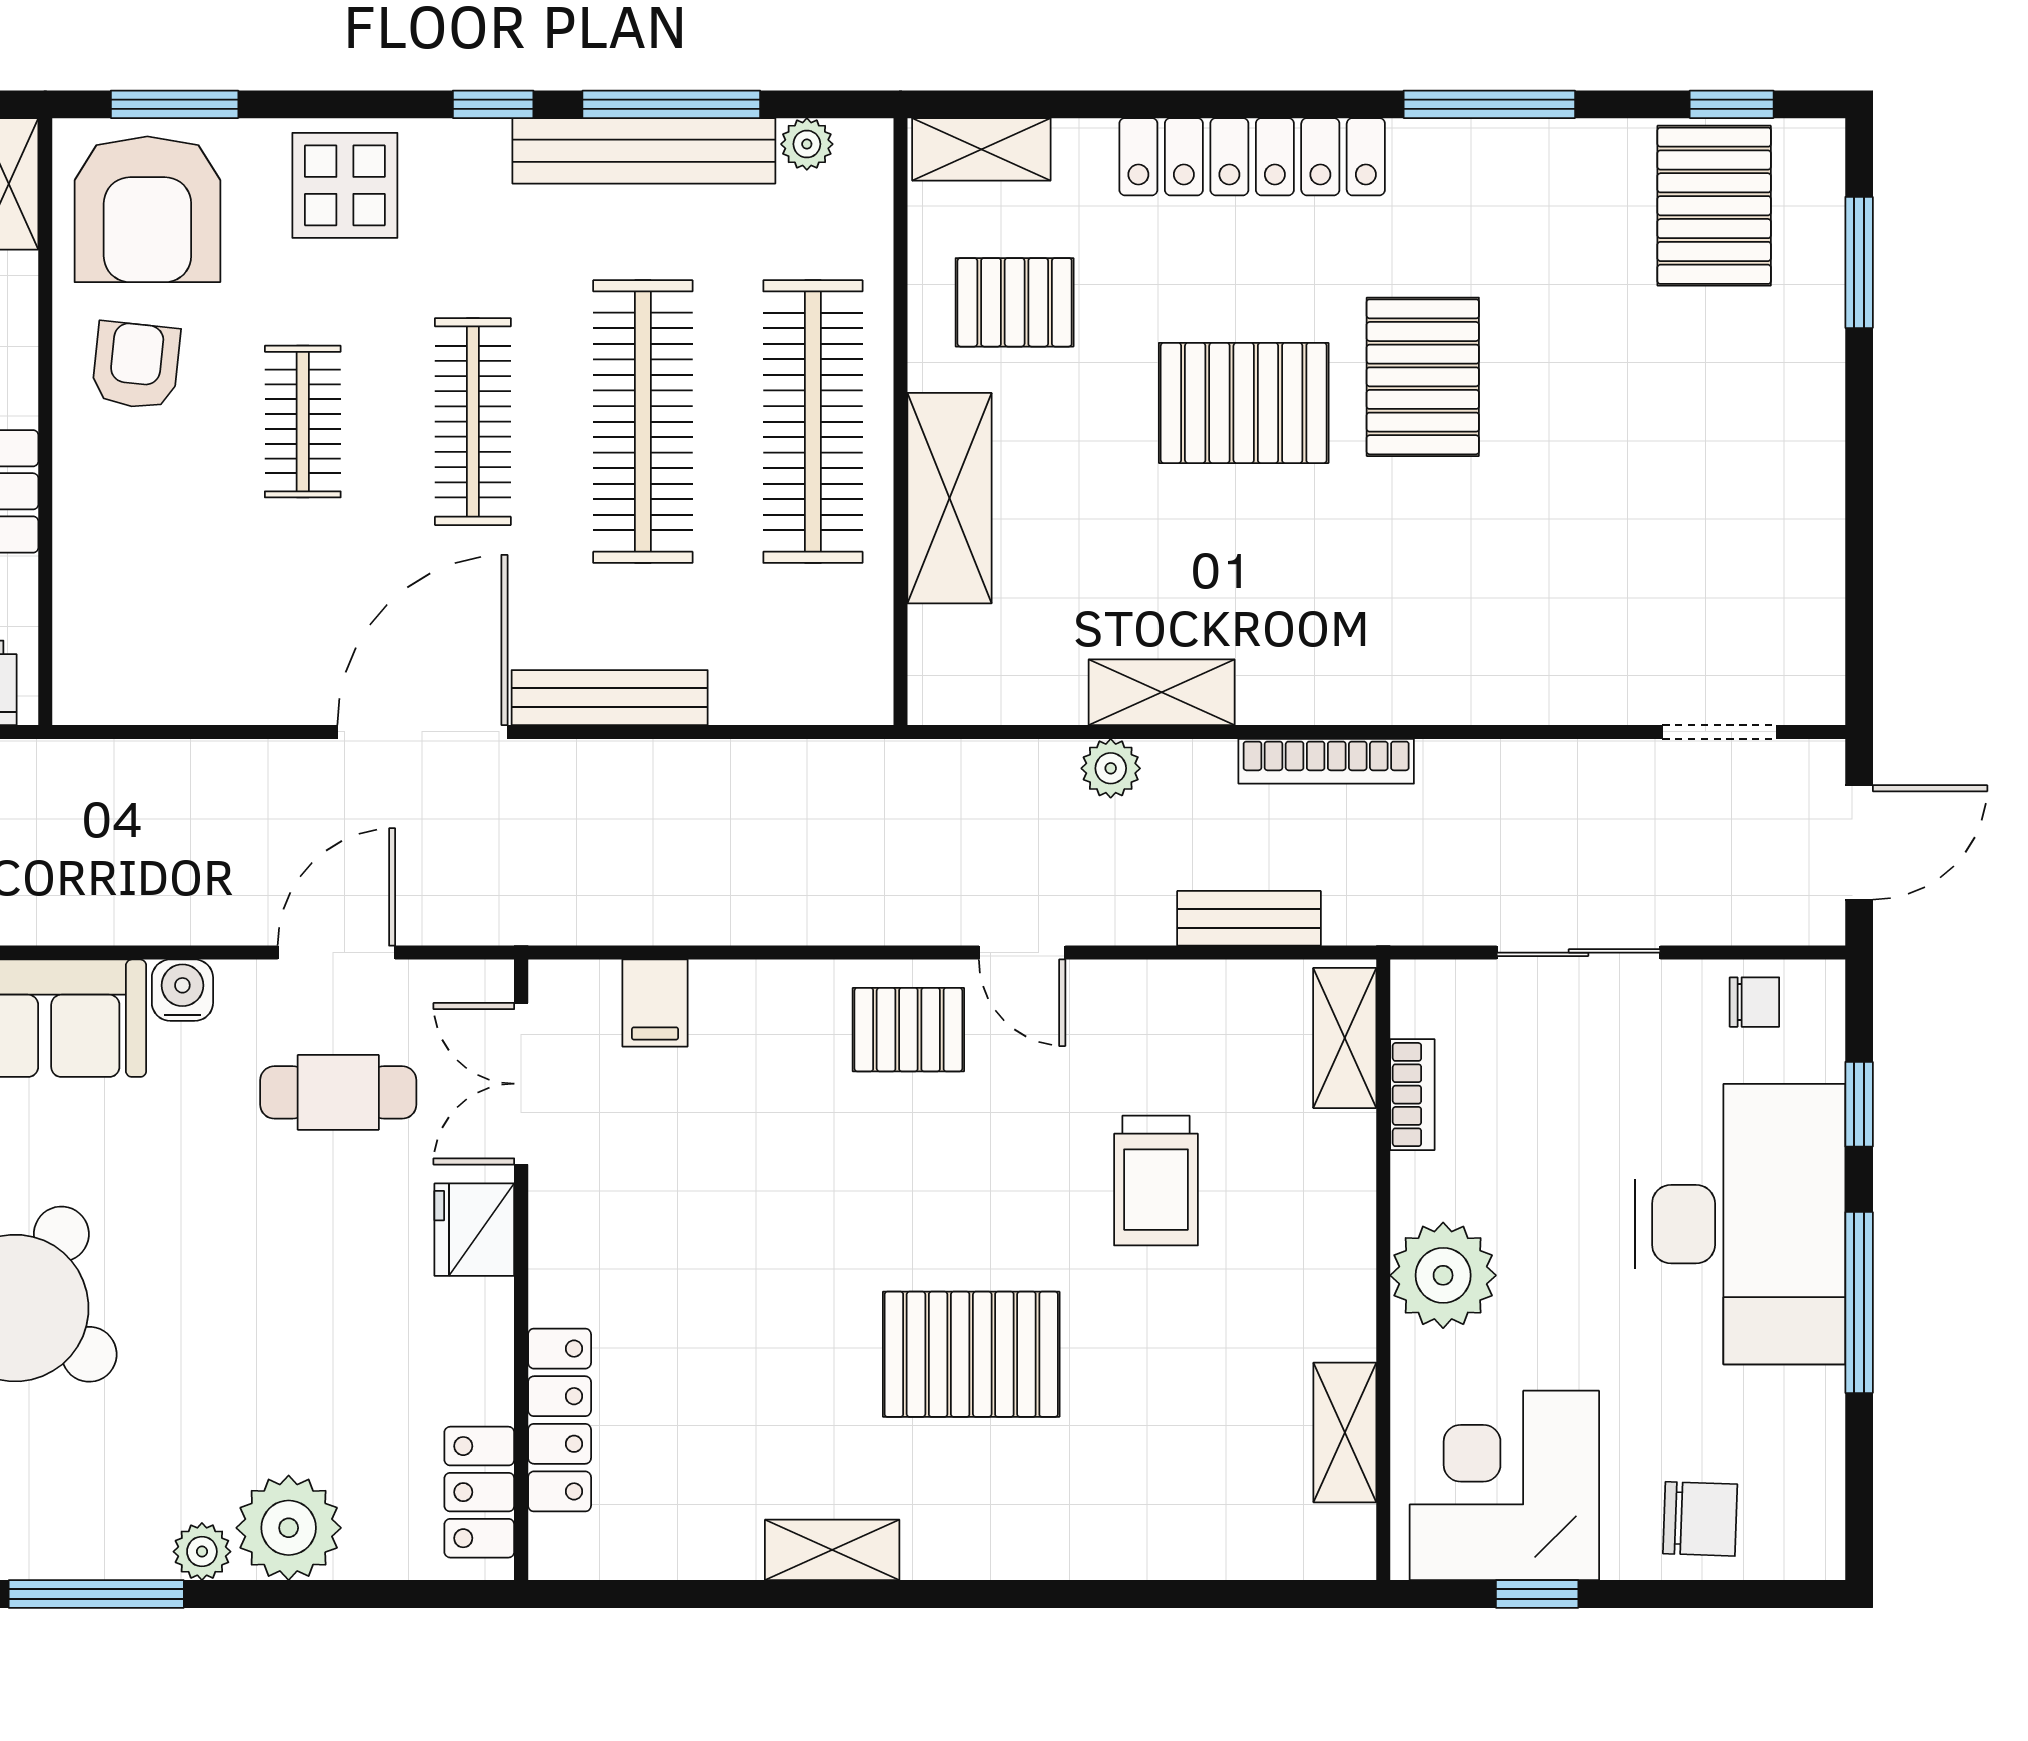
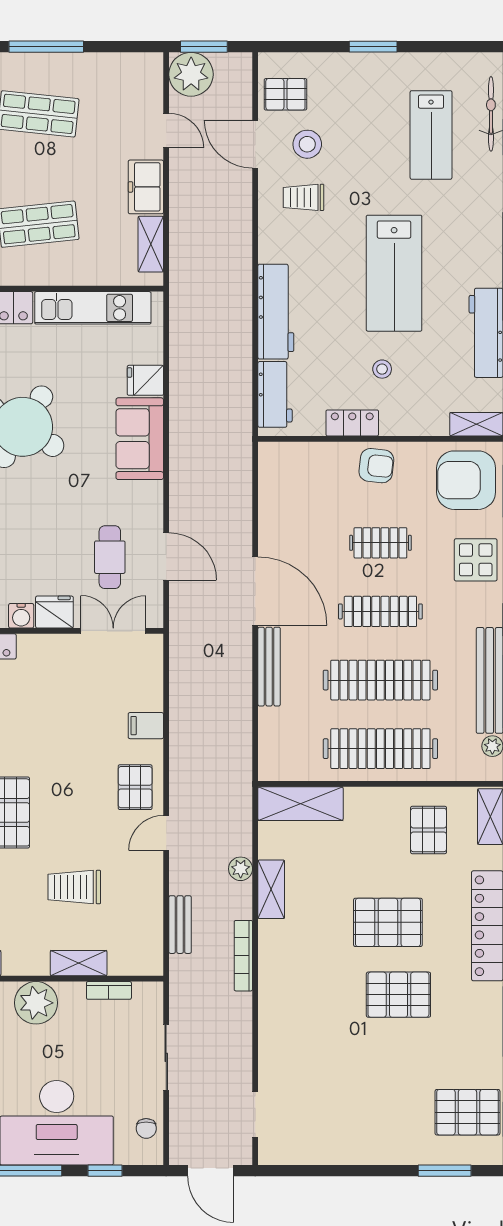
armchair: (136, 365) -> (376, 466), moved
pallet: (1244, 403) -> (388, 922), turned 90
shelving: (949, 498) -> (301, 804), moved
water cooler: (182, 990) -> (21, 616), moved, turned 90
filing cabinet: (655, 1003) -> (146, 726), moved
shelving: (1345, 1038) -> (79, 963), moved

